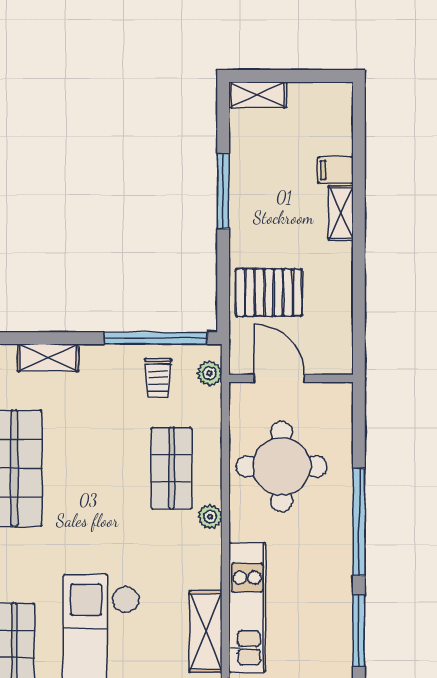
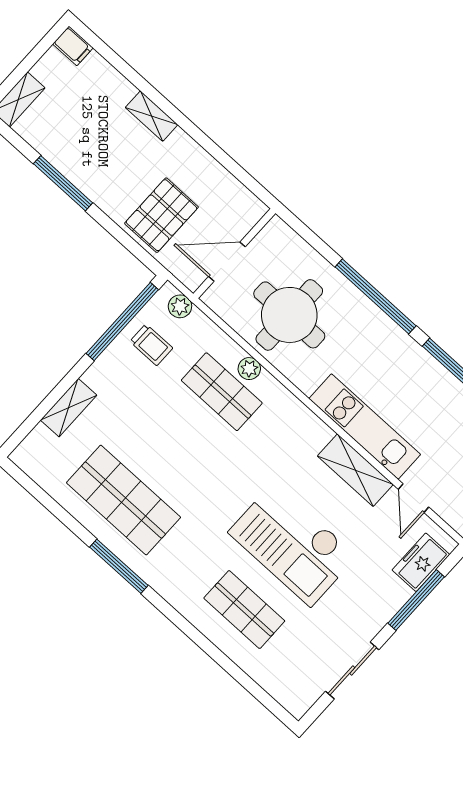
filing cabinet: (335, 170) -> (73, 46), moved, turned -90
plant: (210, 517) -> (249, 369), moved

